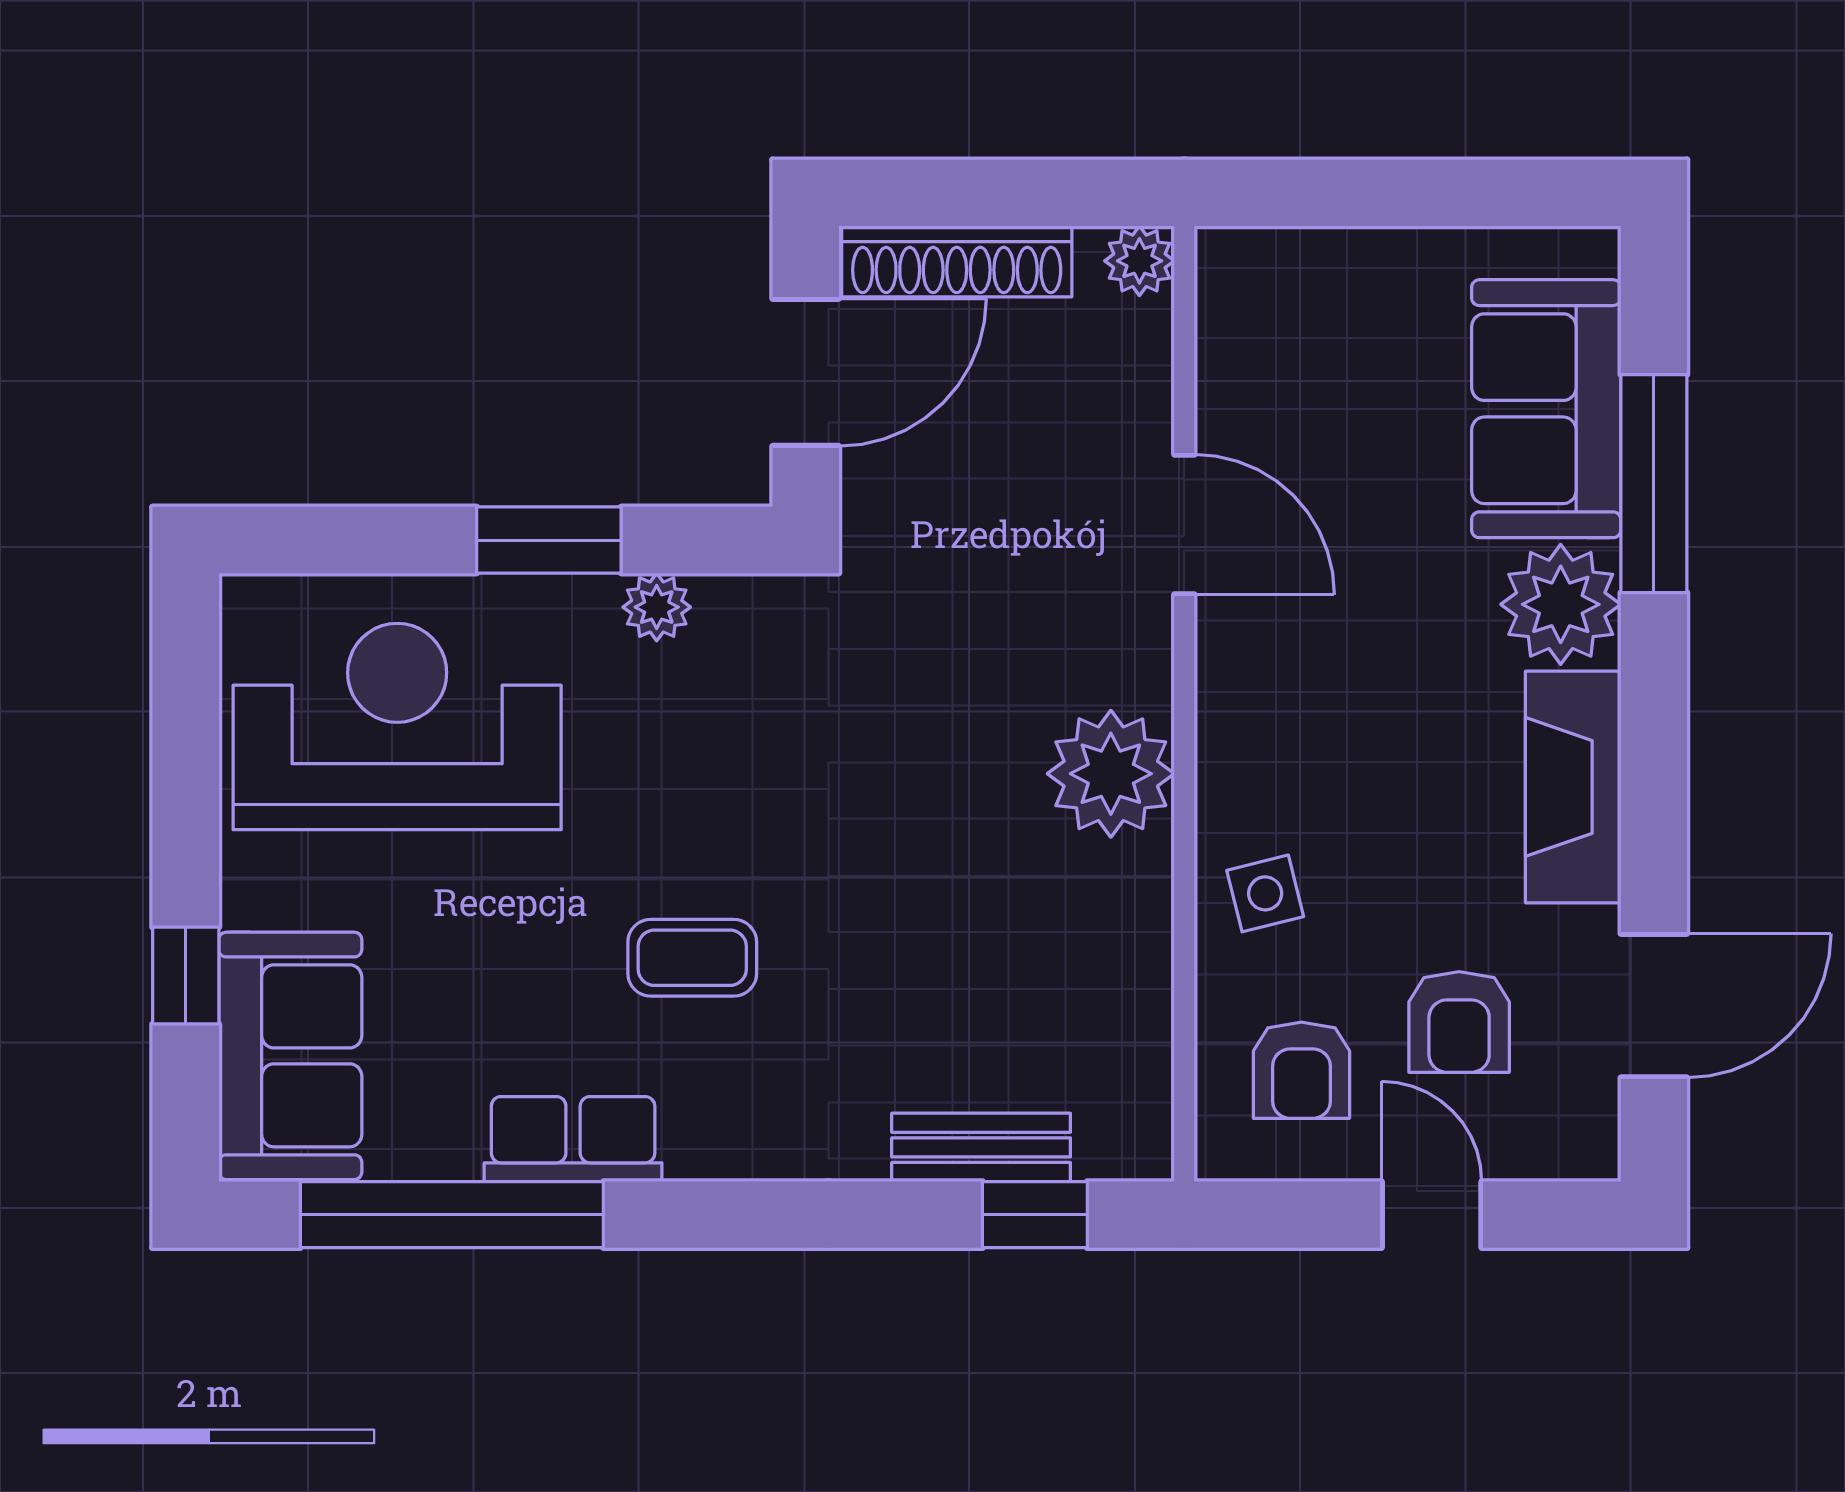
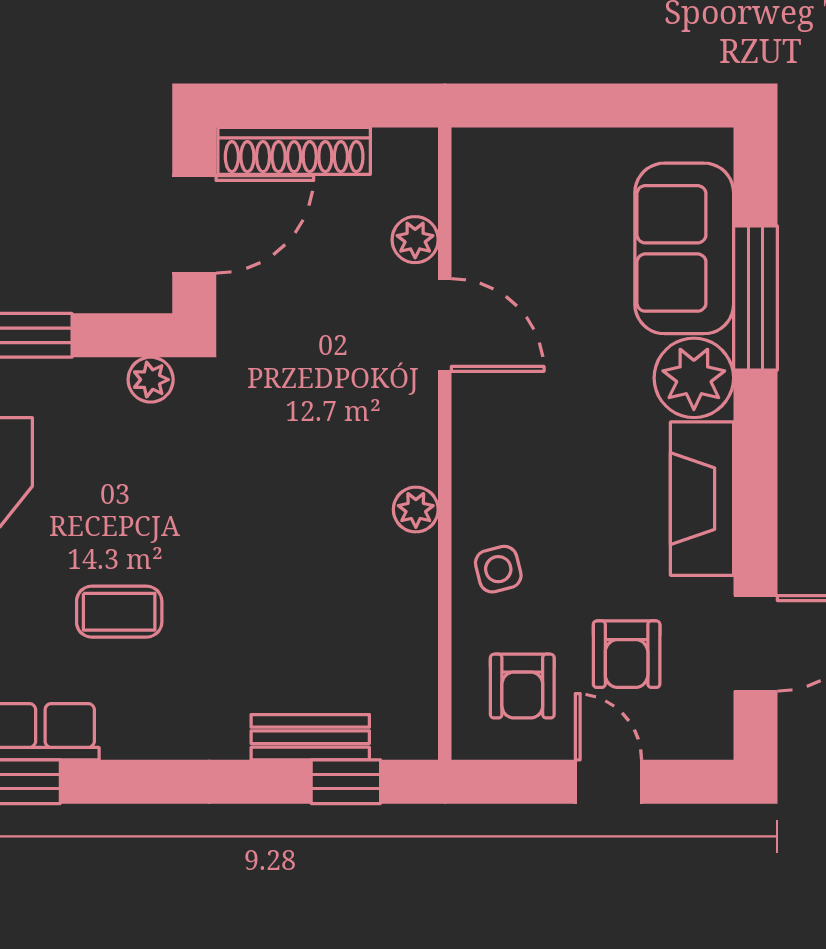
plant: (1139, 261) -> (415, 240), moved
plant: (657, 607) -> (151, 380), moved
plant: (1111, 774) -> (416, 510), width x0.53, depth x0.53

